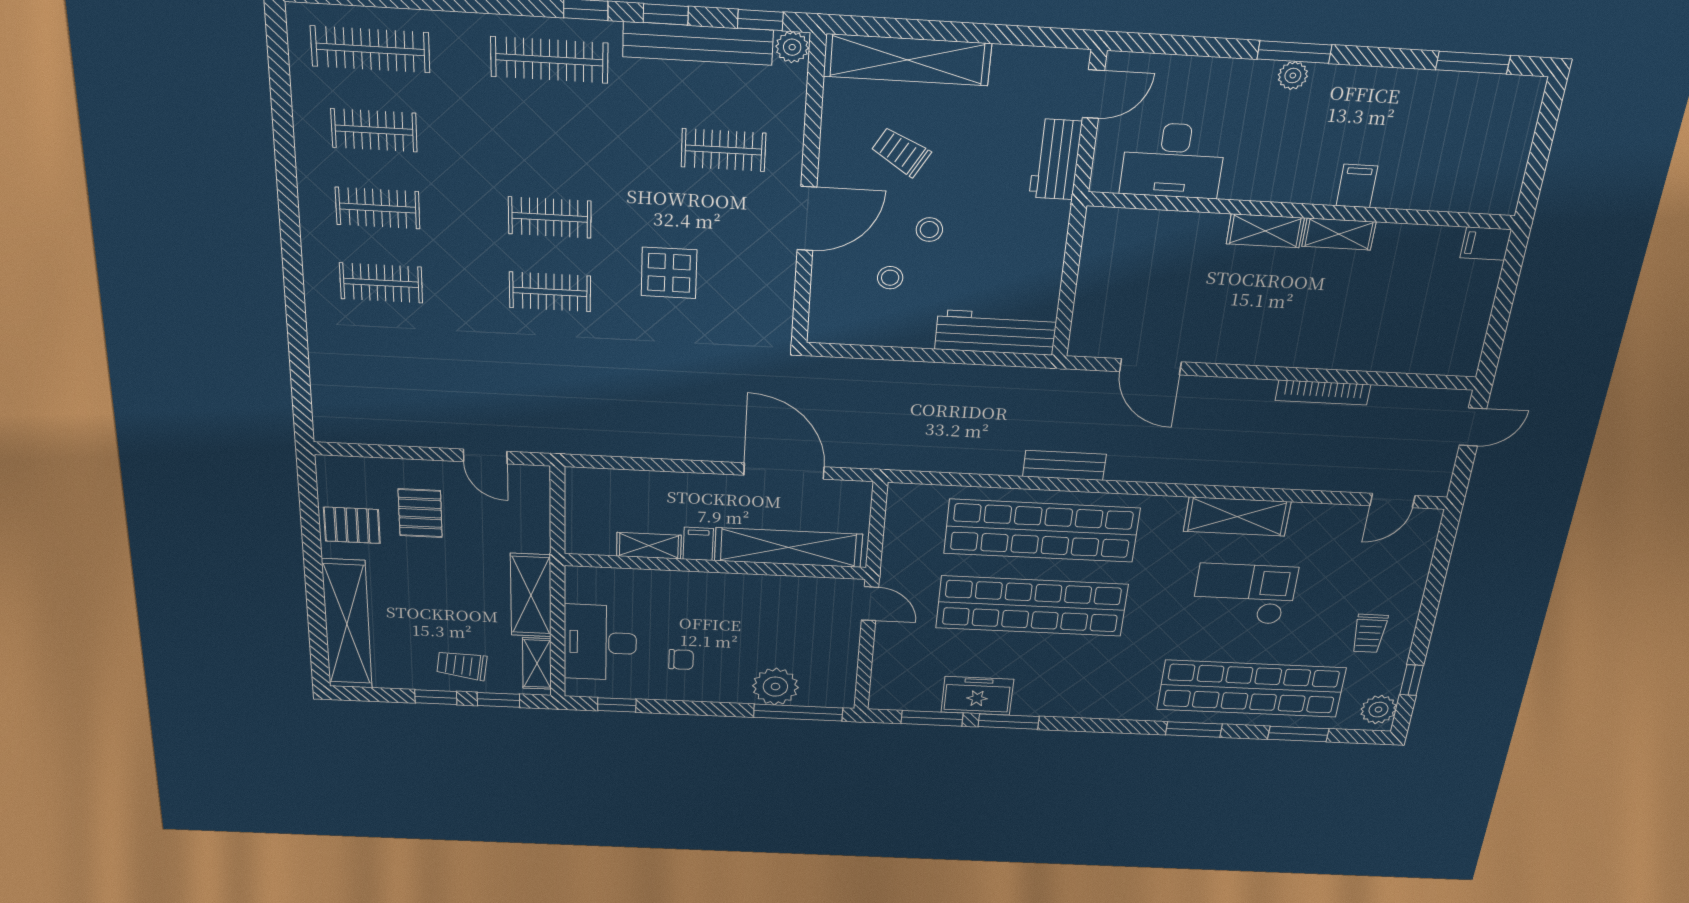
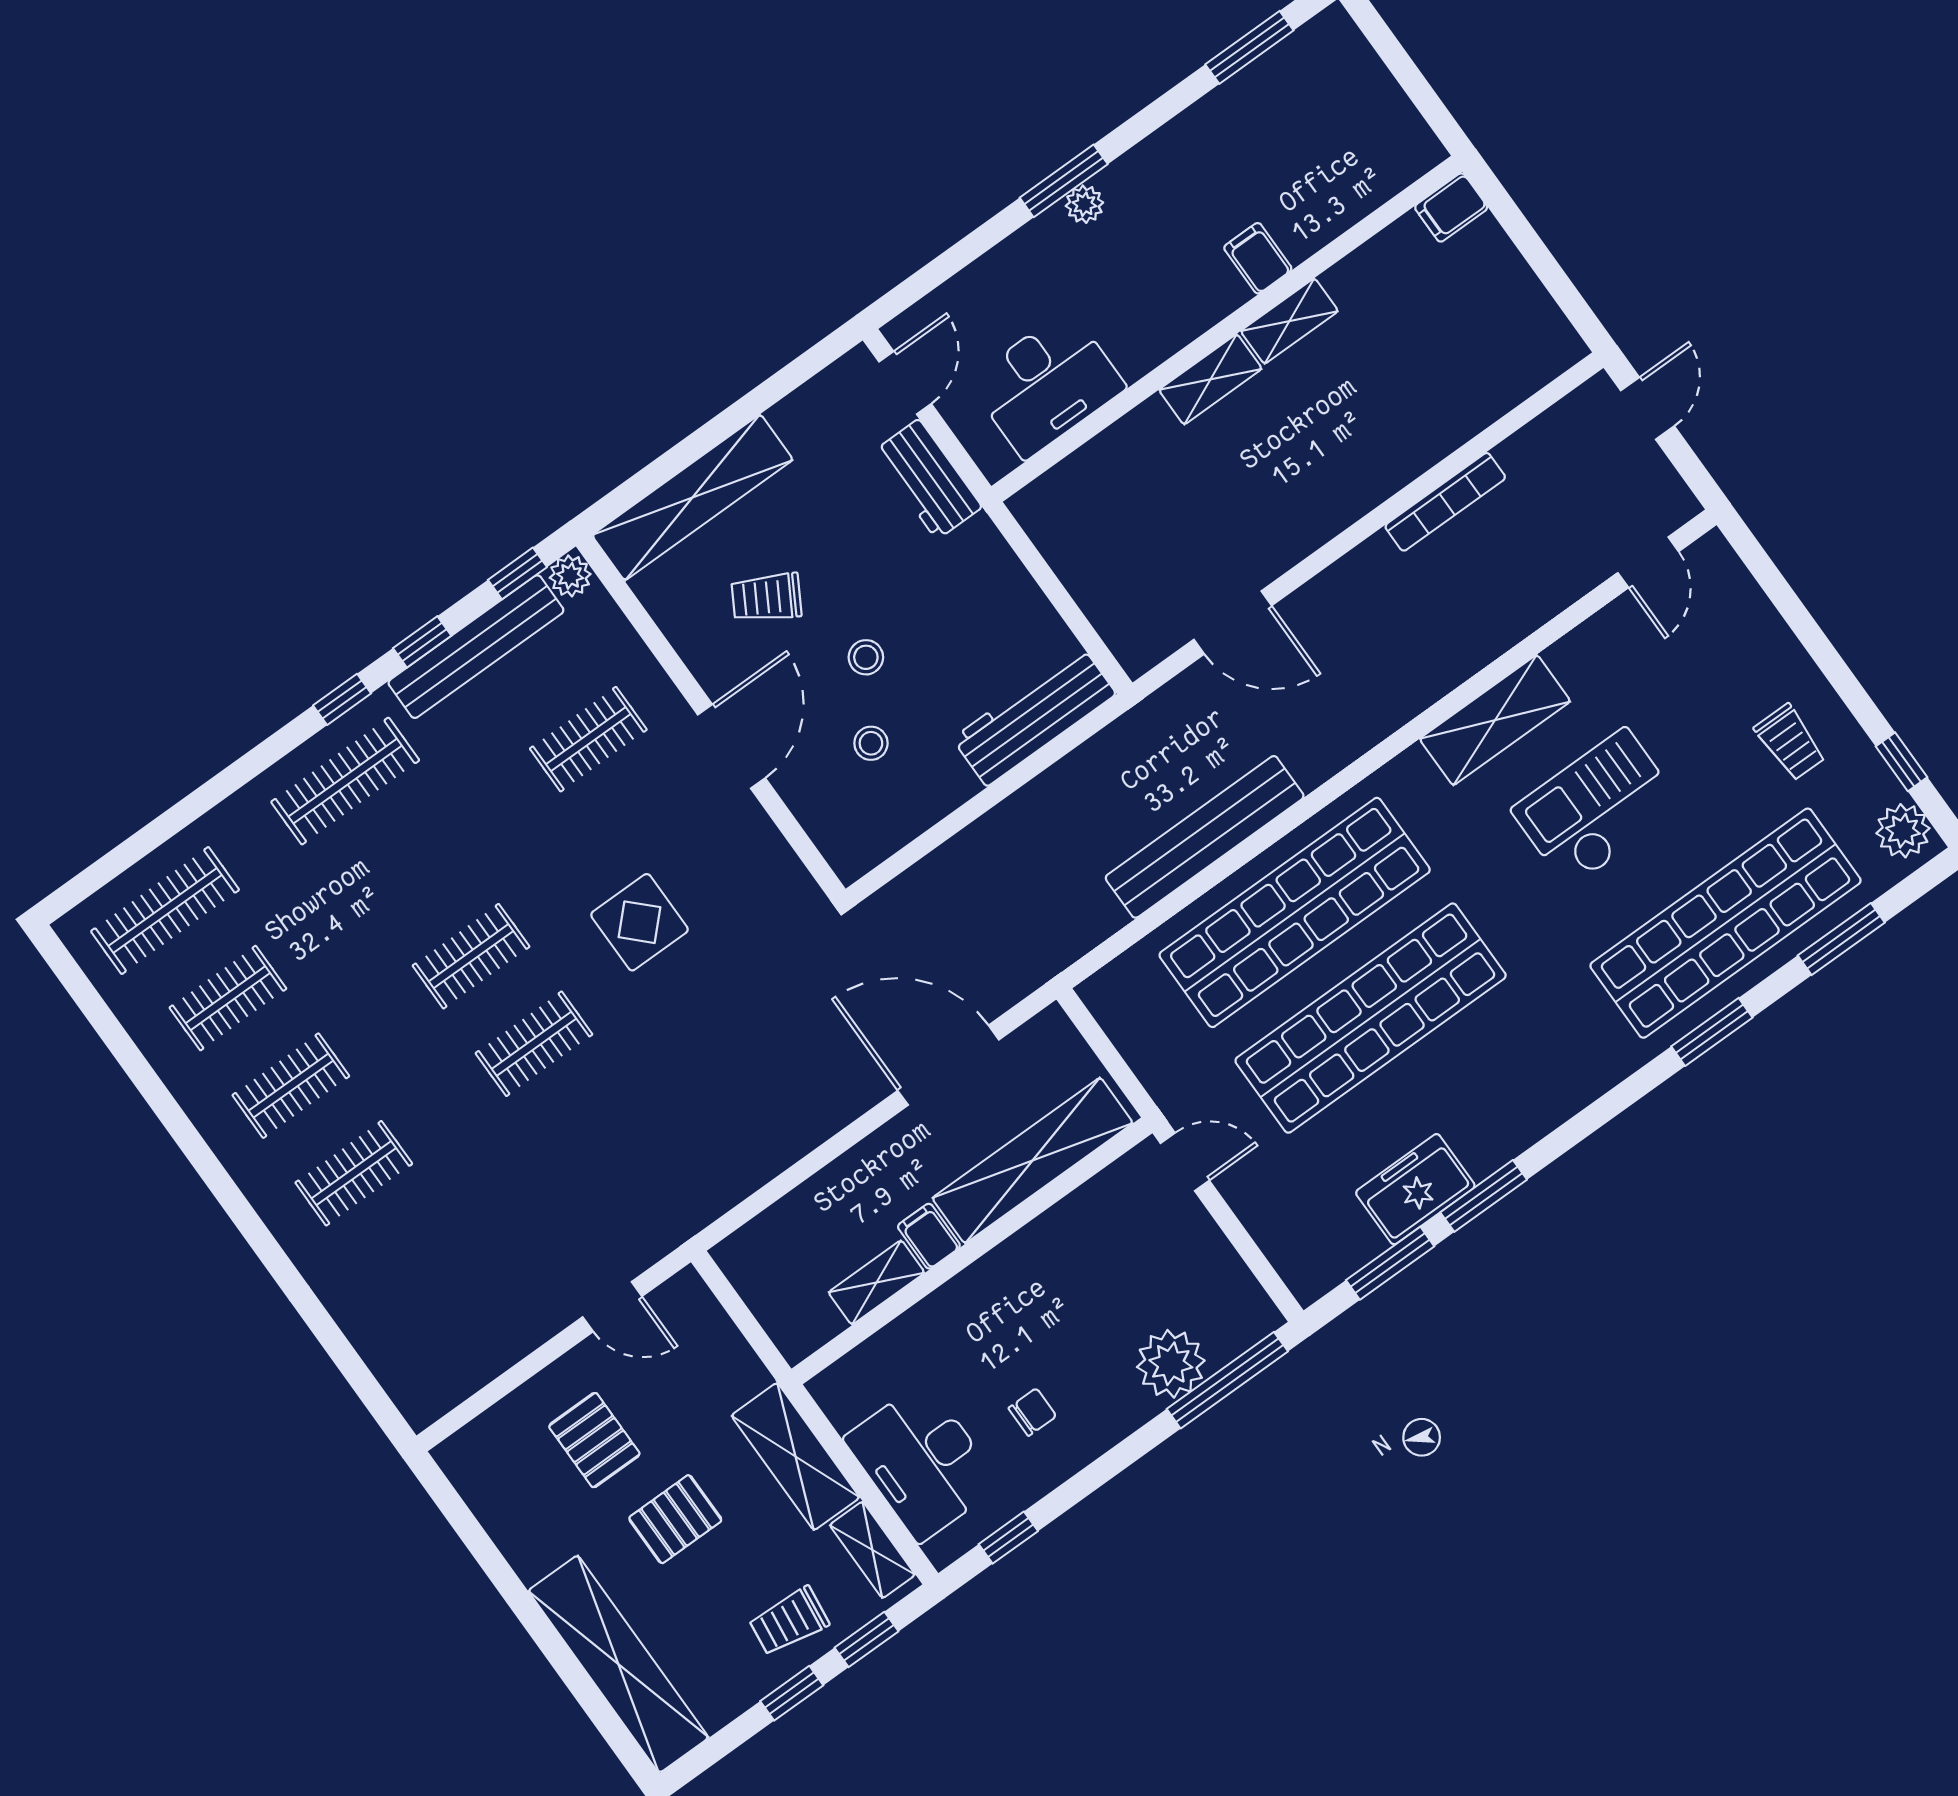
bench: (1064, 465) -> (1205, 837), width x1.86, depth x1.21
pallet: (352, 525) -> (675, 1519), moved

